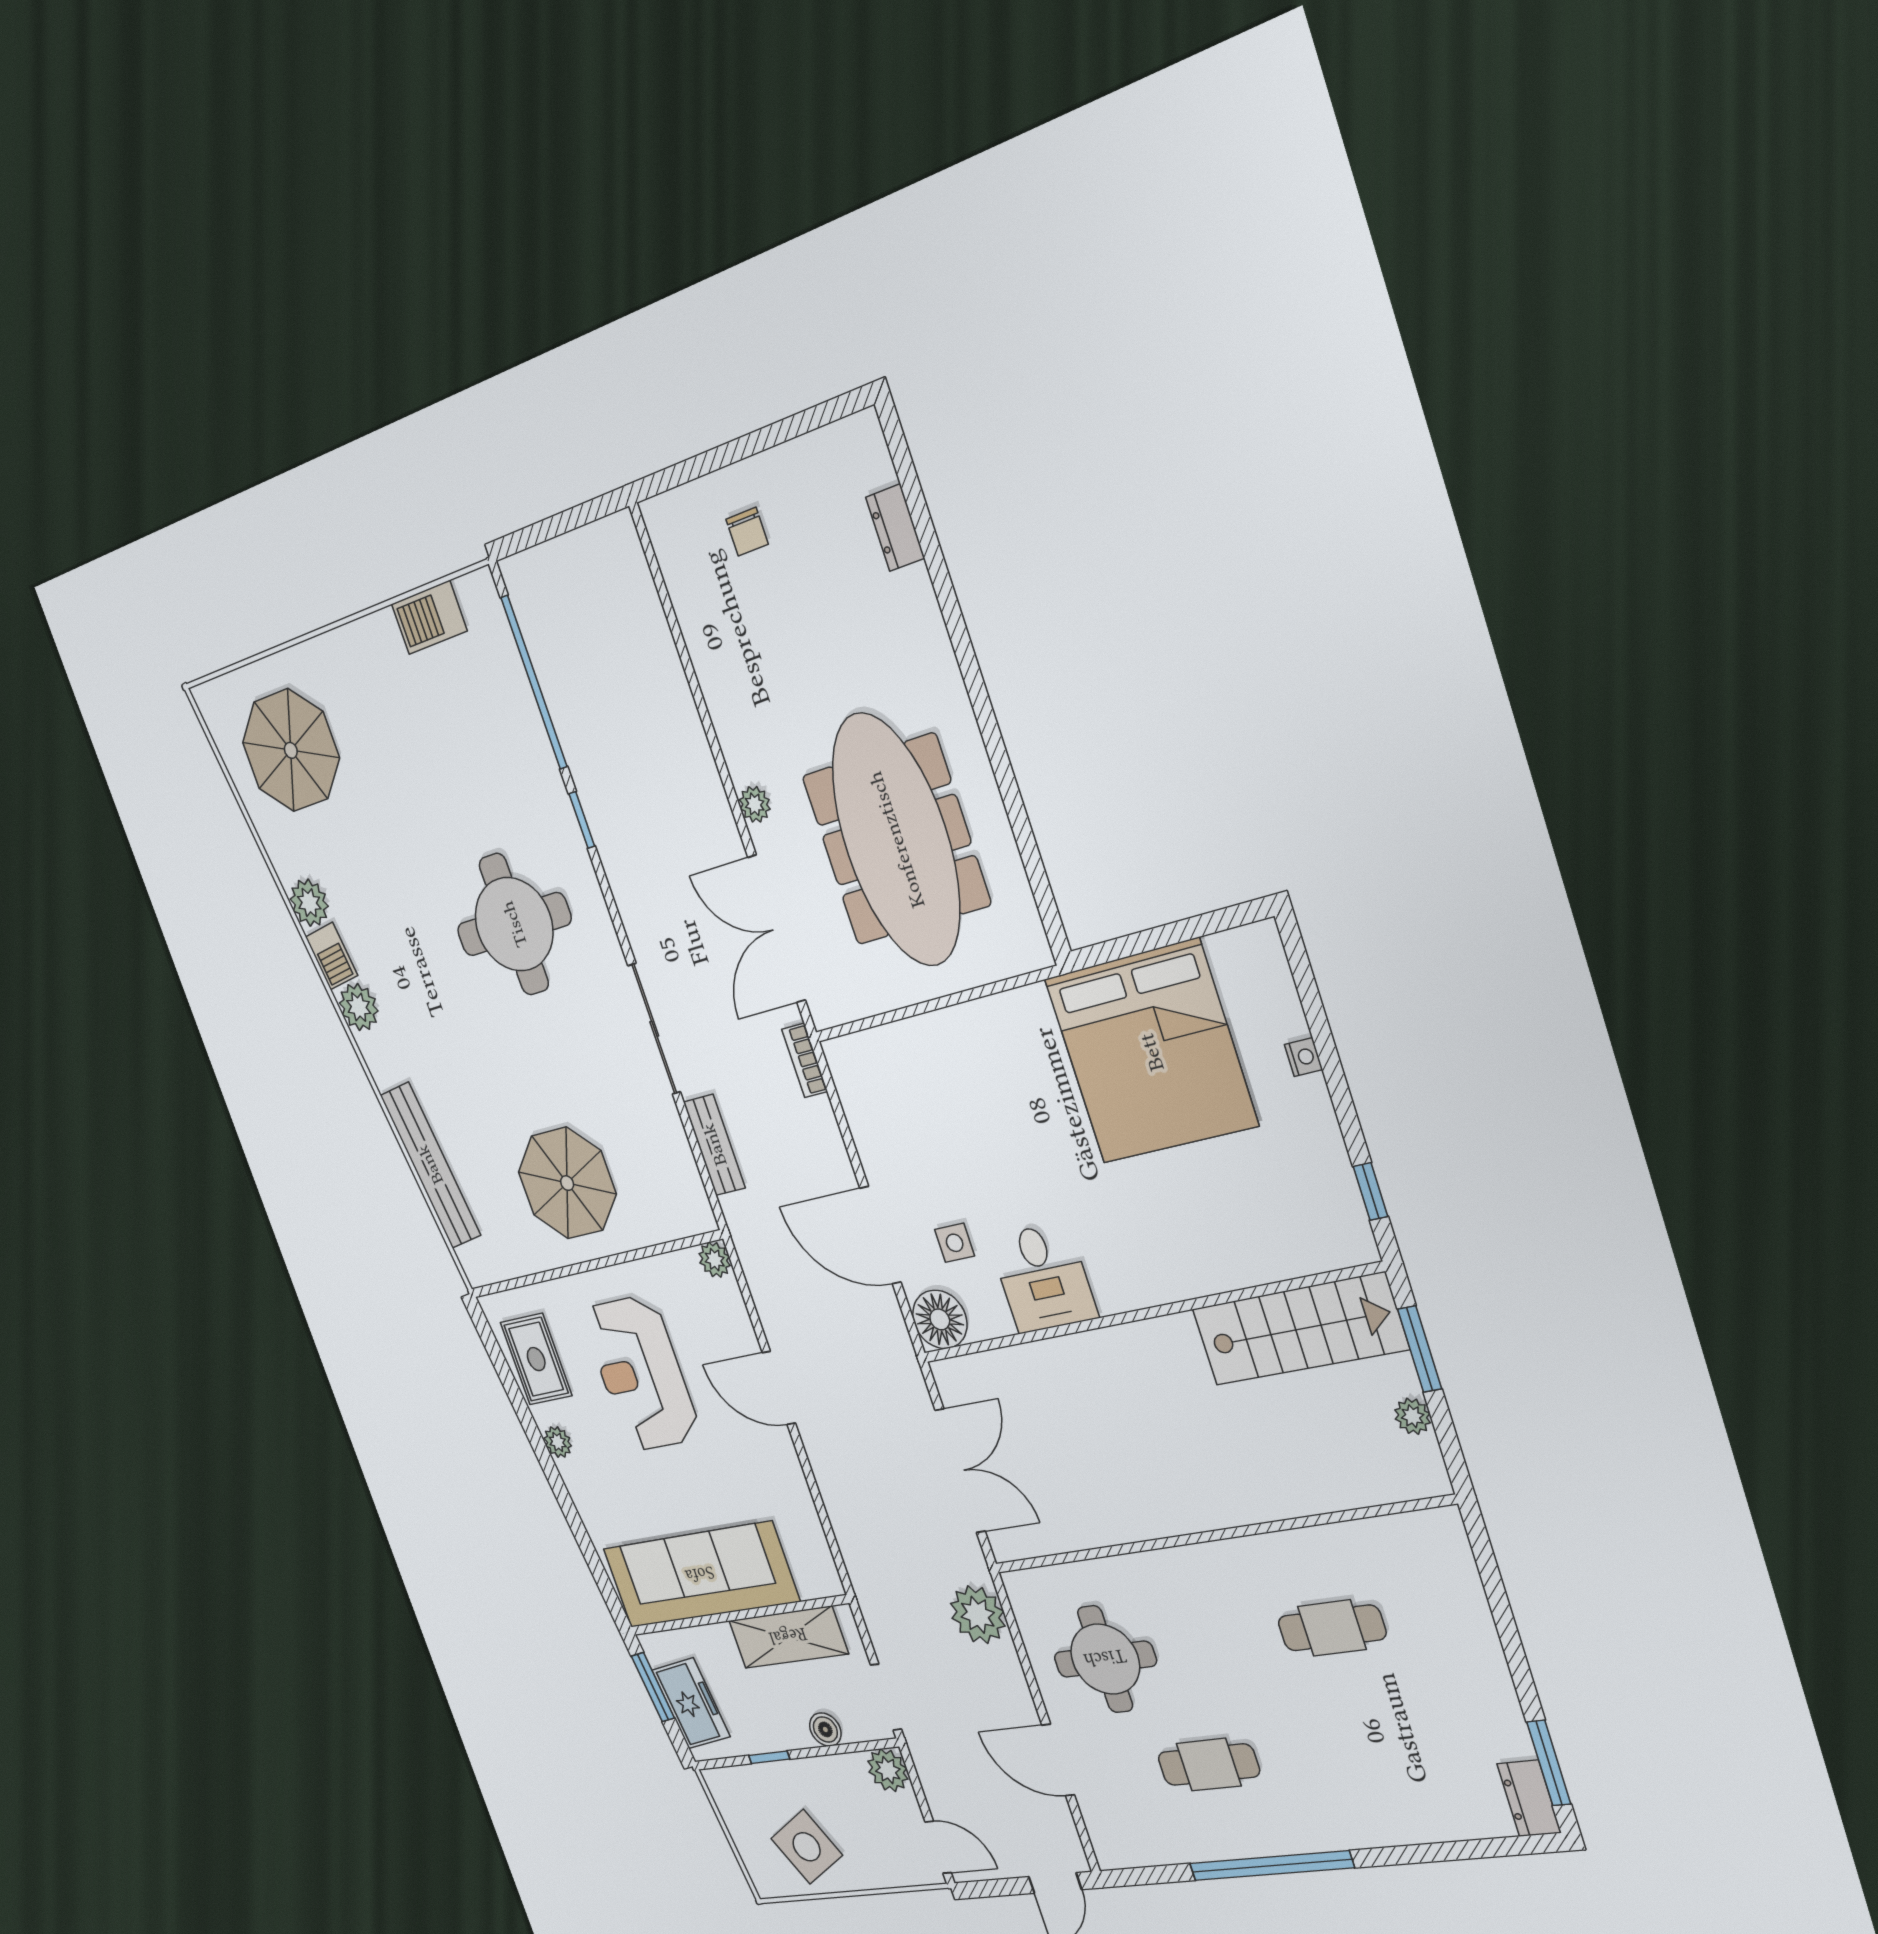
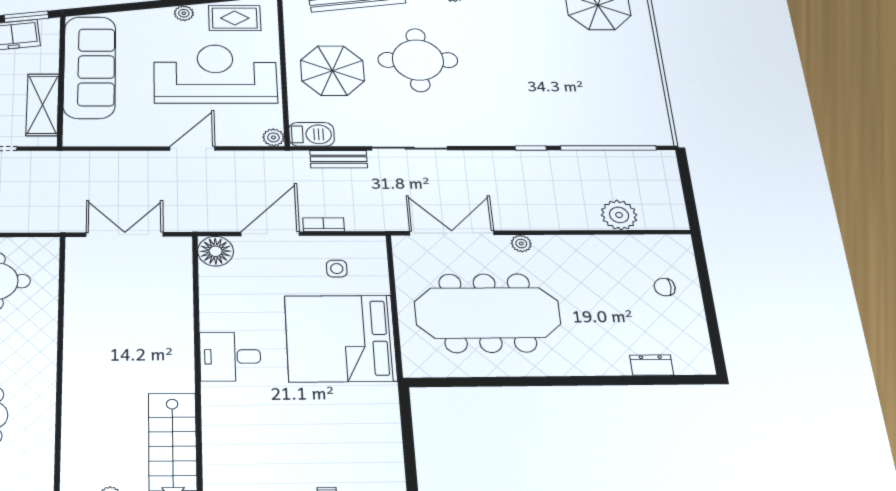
barbecue: (429, 618) -> (312, 134), moved, turned 90
round table: (514, 924) -> (418, 60), moved
bed: (1151, 1052) -> (341, 338), moved
bookcase: (805, 1060) -> (324, 225), moved
side table: (955, 1243) -> (337, 269), moved
desk: (1043, 1278) -> (230, 357), moved
reception desk: (641, 1373) -> (215, 74), width x1.36, depth x1.30
double door: (960, 1471) -> (125, 234), swing flipped
plant: (978, 1615) -> (619, 215), moved

